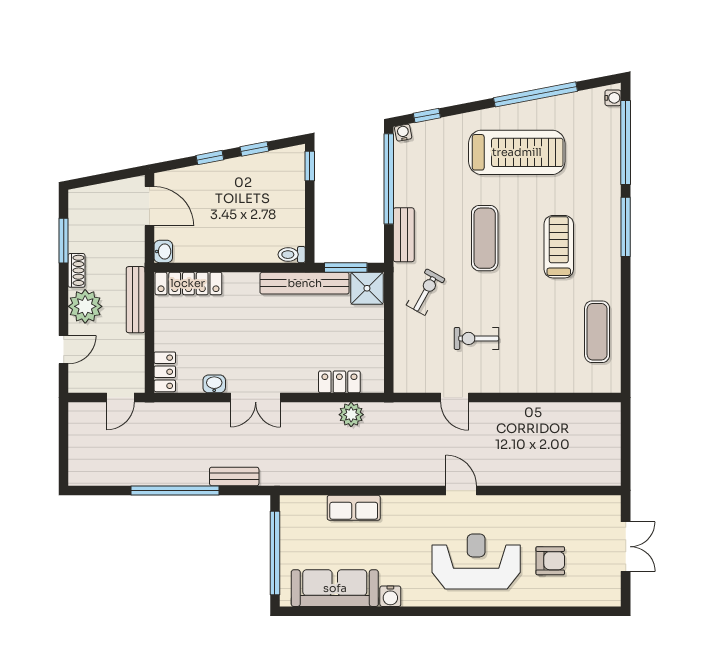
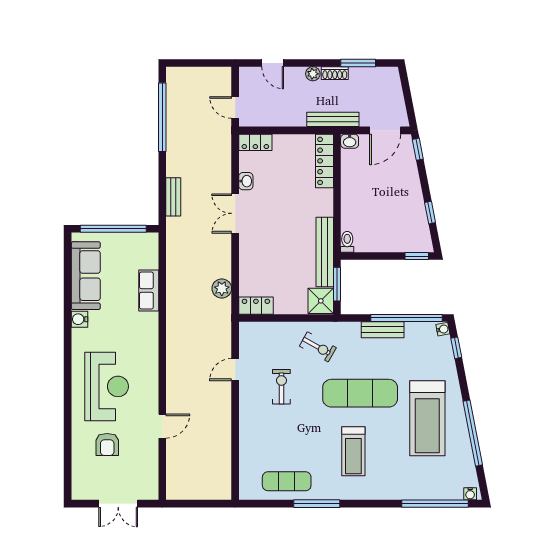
window: (210, 158) -> (418, 149), moved
window: (626, 227) -> (317, 504), moved
bench: (404, 235) -> (383, 330), moved
exercise mat: (485, 238) -> (360, 393), width x1.36, depth x1.45
treadmill: (559, 247) -> (353, 451), turned 90
bench: (136, 300) -> (333, 119), moved
plant: (85, 306) -> (313, 74), width x0.53, depth x0.53
locker: (339, 382) -> (256, 306), moved, turned -90
window: (175, 490) -> (162, 117), moved
door: (461, 490) -> (162, 426), moved

